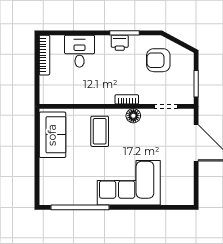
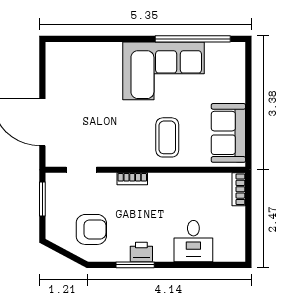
bookcase: (44, 55) -> (239, 189), moved, width x0.64
floor lamp: (133, 116) -> (124, 158), removed
corner sofa: (129, 183) -> (164, 71), moved

